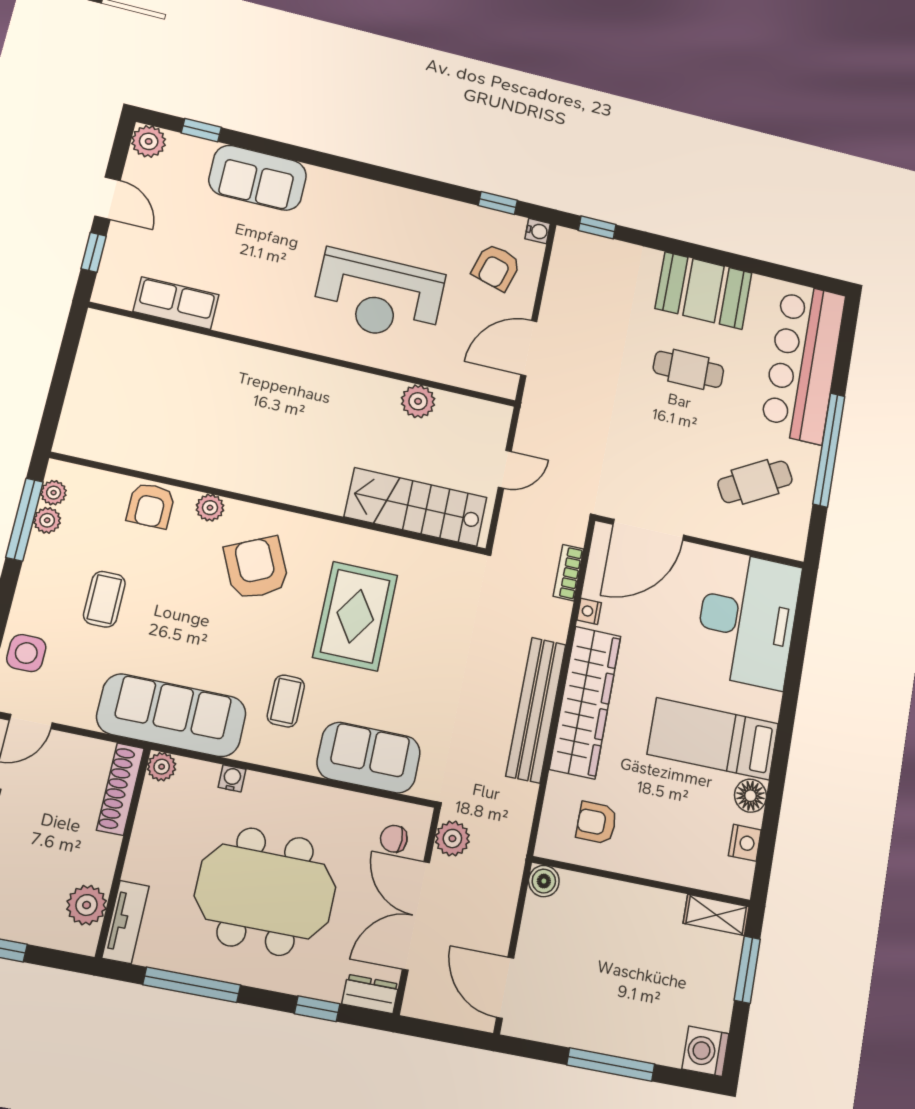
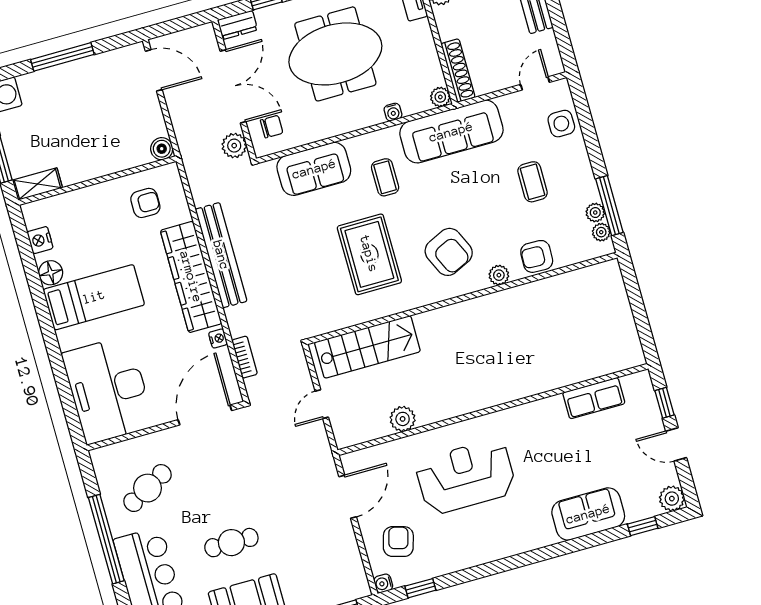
armchair: (151, 506) -> (537, 256), turned -88

